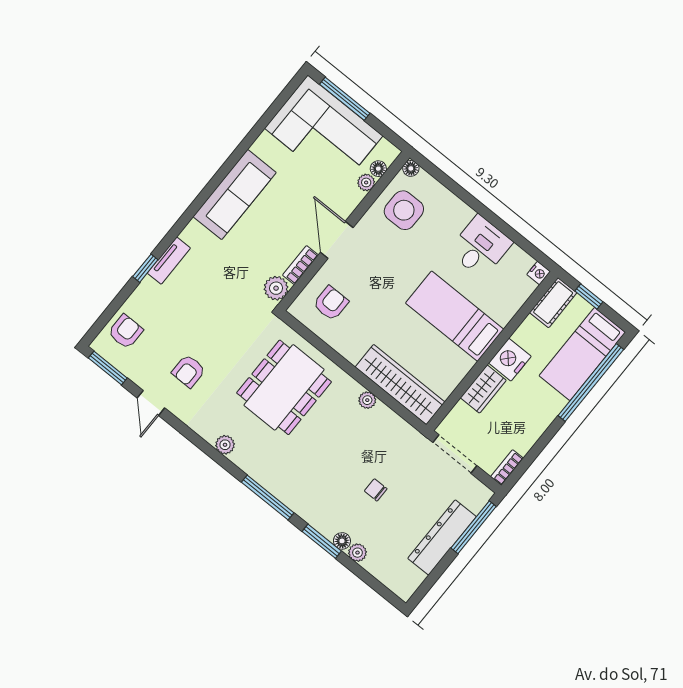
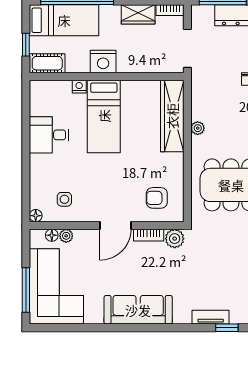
side table: (404, 210) -> (64, 199), width x0.54, depth x0.54
nightstand: (539, 273) -> (79, 87), moved
wardrobe: (483, 389) -> (138, 14), moved, turned 180

